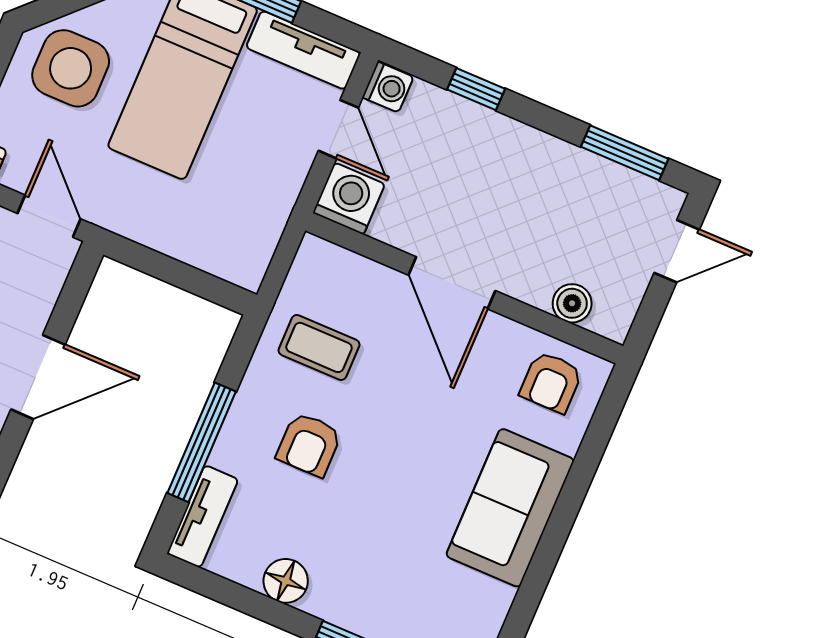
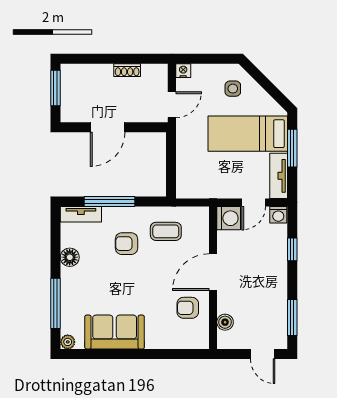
side table: (71, 68) -> (233, 89), width x0.54, depth x0.54
coffee table: (319, 347) -> (166, 231), turned 90
door: (38, 377) -> (108, 127), hinge flipped
armchair: (551, 382) -> (188, 308), moved
sofa: (510, 508) -> (115, 332), moved

